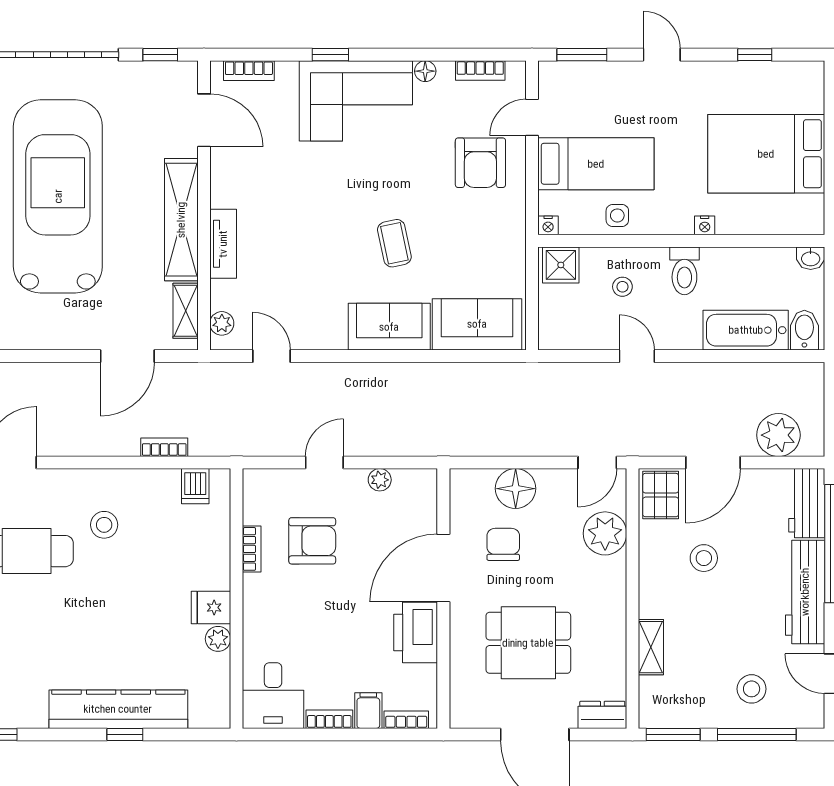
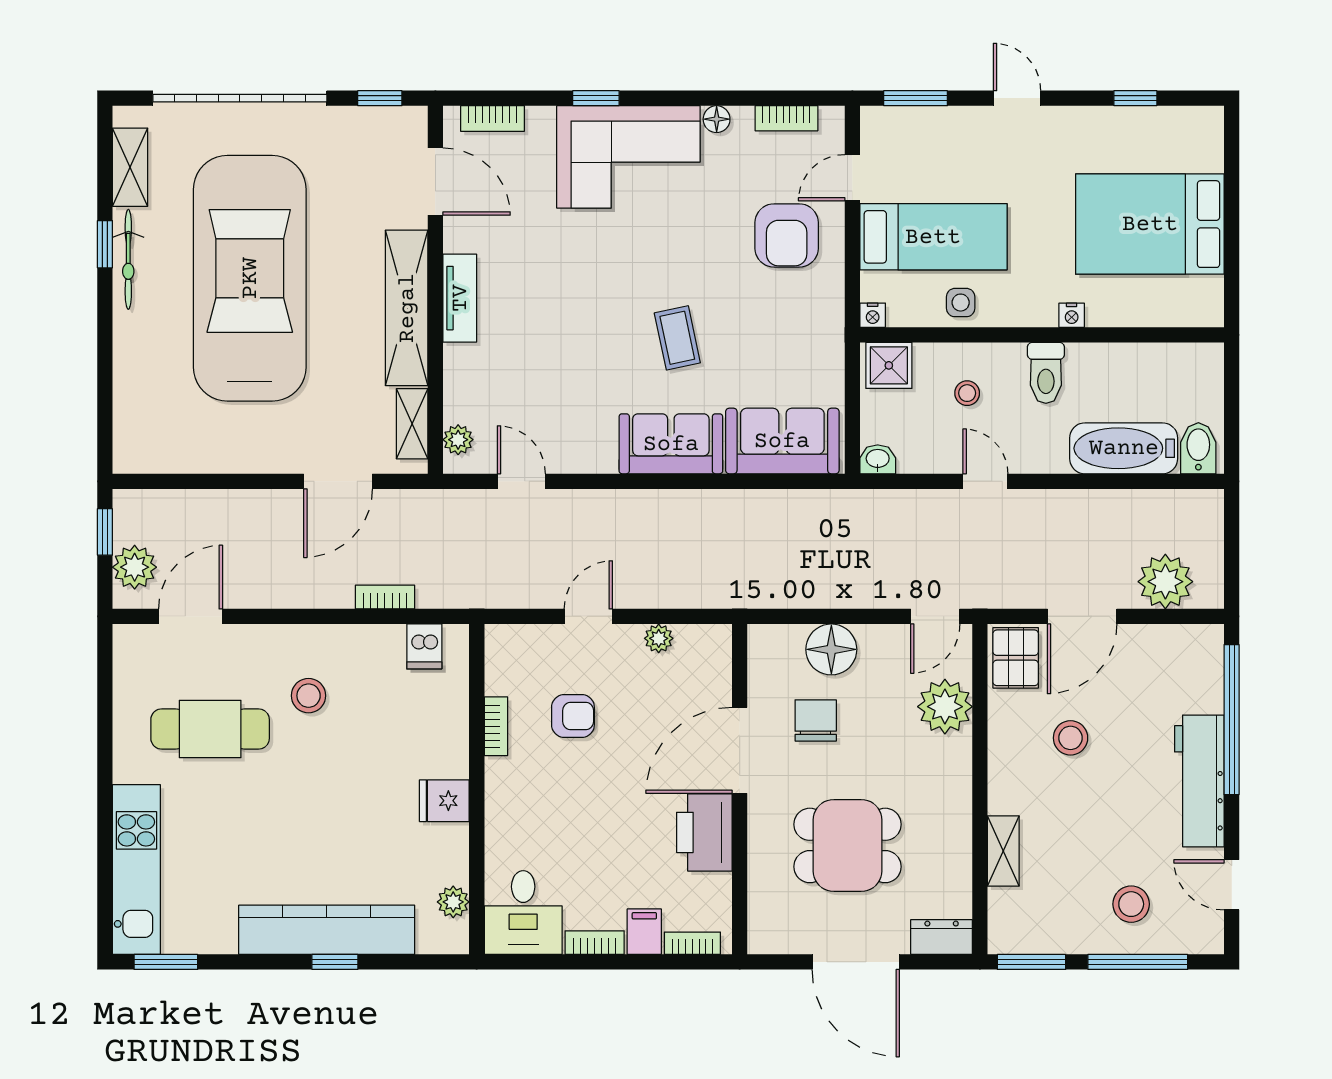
tv unit: (223, 244) -> (460, 298), moved
washbasin: (811, 258) -> (878, 459), moved, turned 180
workbench: (807, 503) -> (1201, 668), removed
armchair: (312, 541) -> (573, 716), width x0.72, depth x0.72
plant: (218, 639) -> (453, 902), moved

